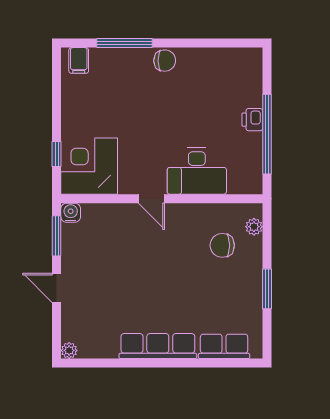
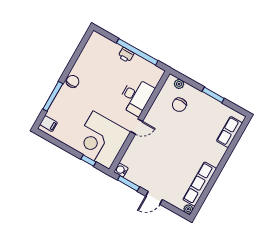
corner desk: (89, 166) -> (101, 140), width x1.36, depth x1.36
row of seats: (158, 346) -> (200, 184), moved

